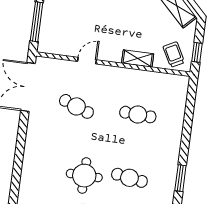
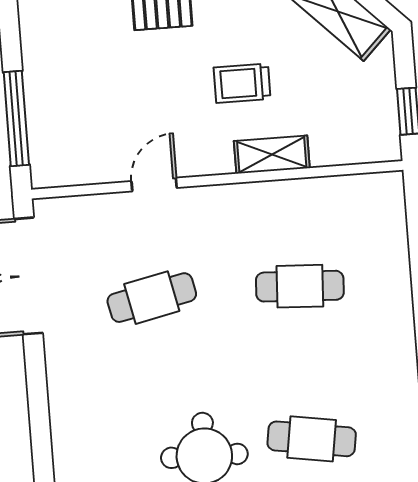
trolley: (174, 55) -> (242, 83), moved, turned -62
cafe table: (76, 106) -> (152, 298), turned -33

